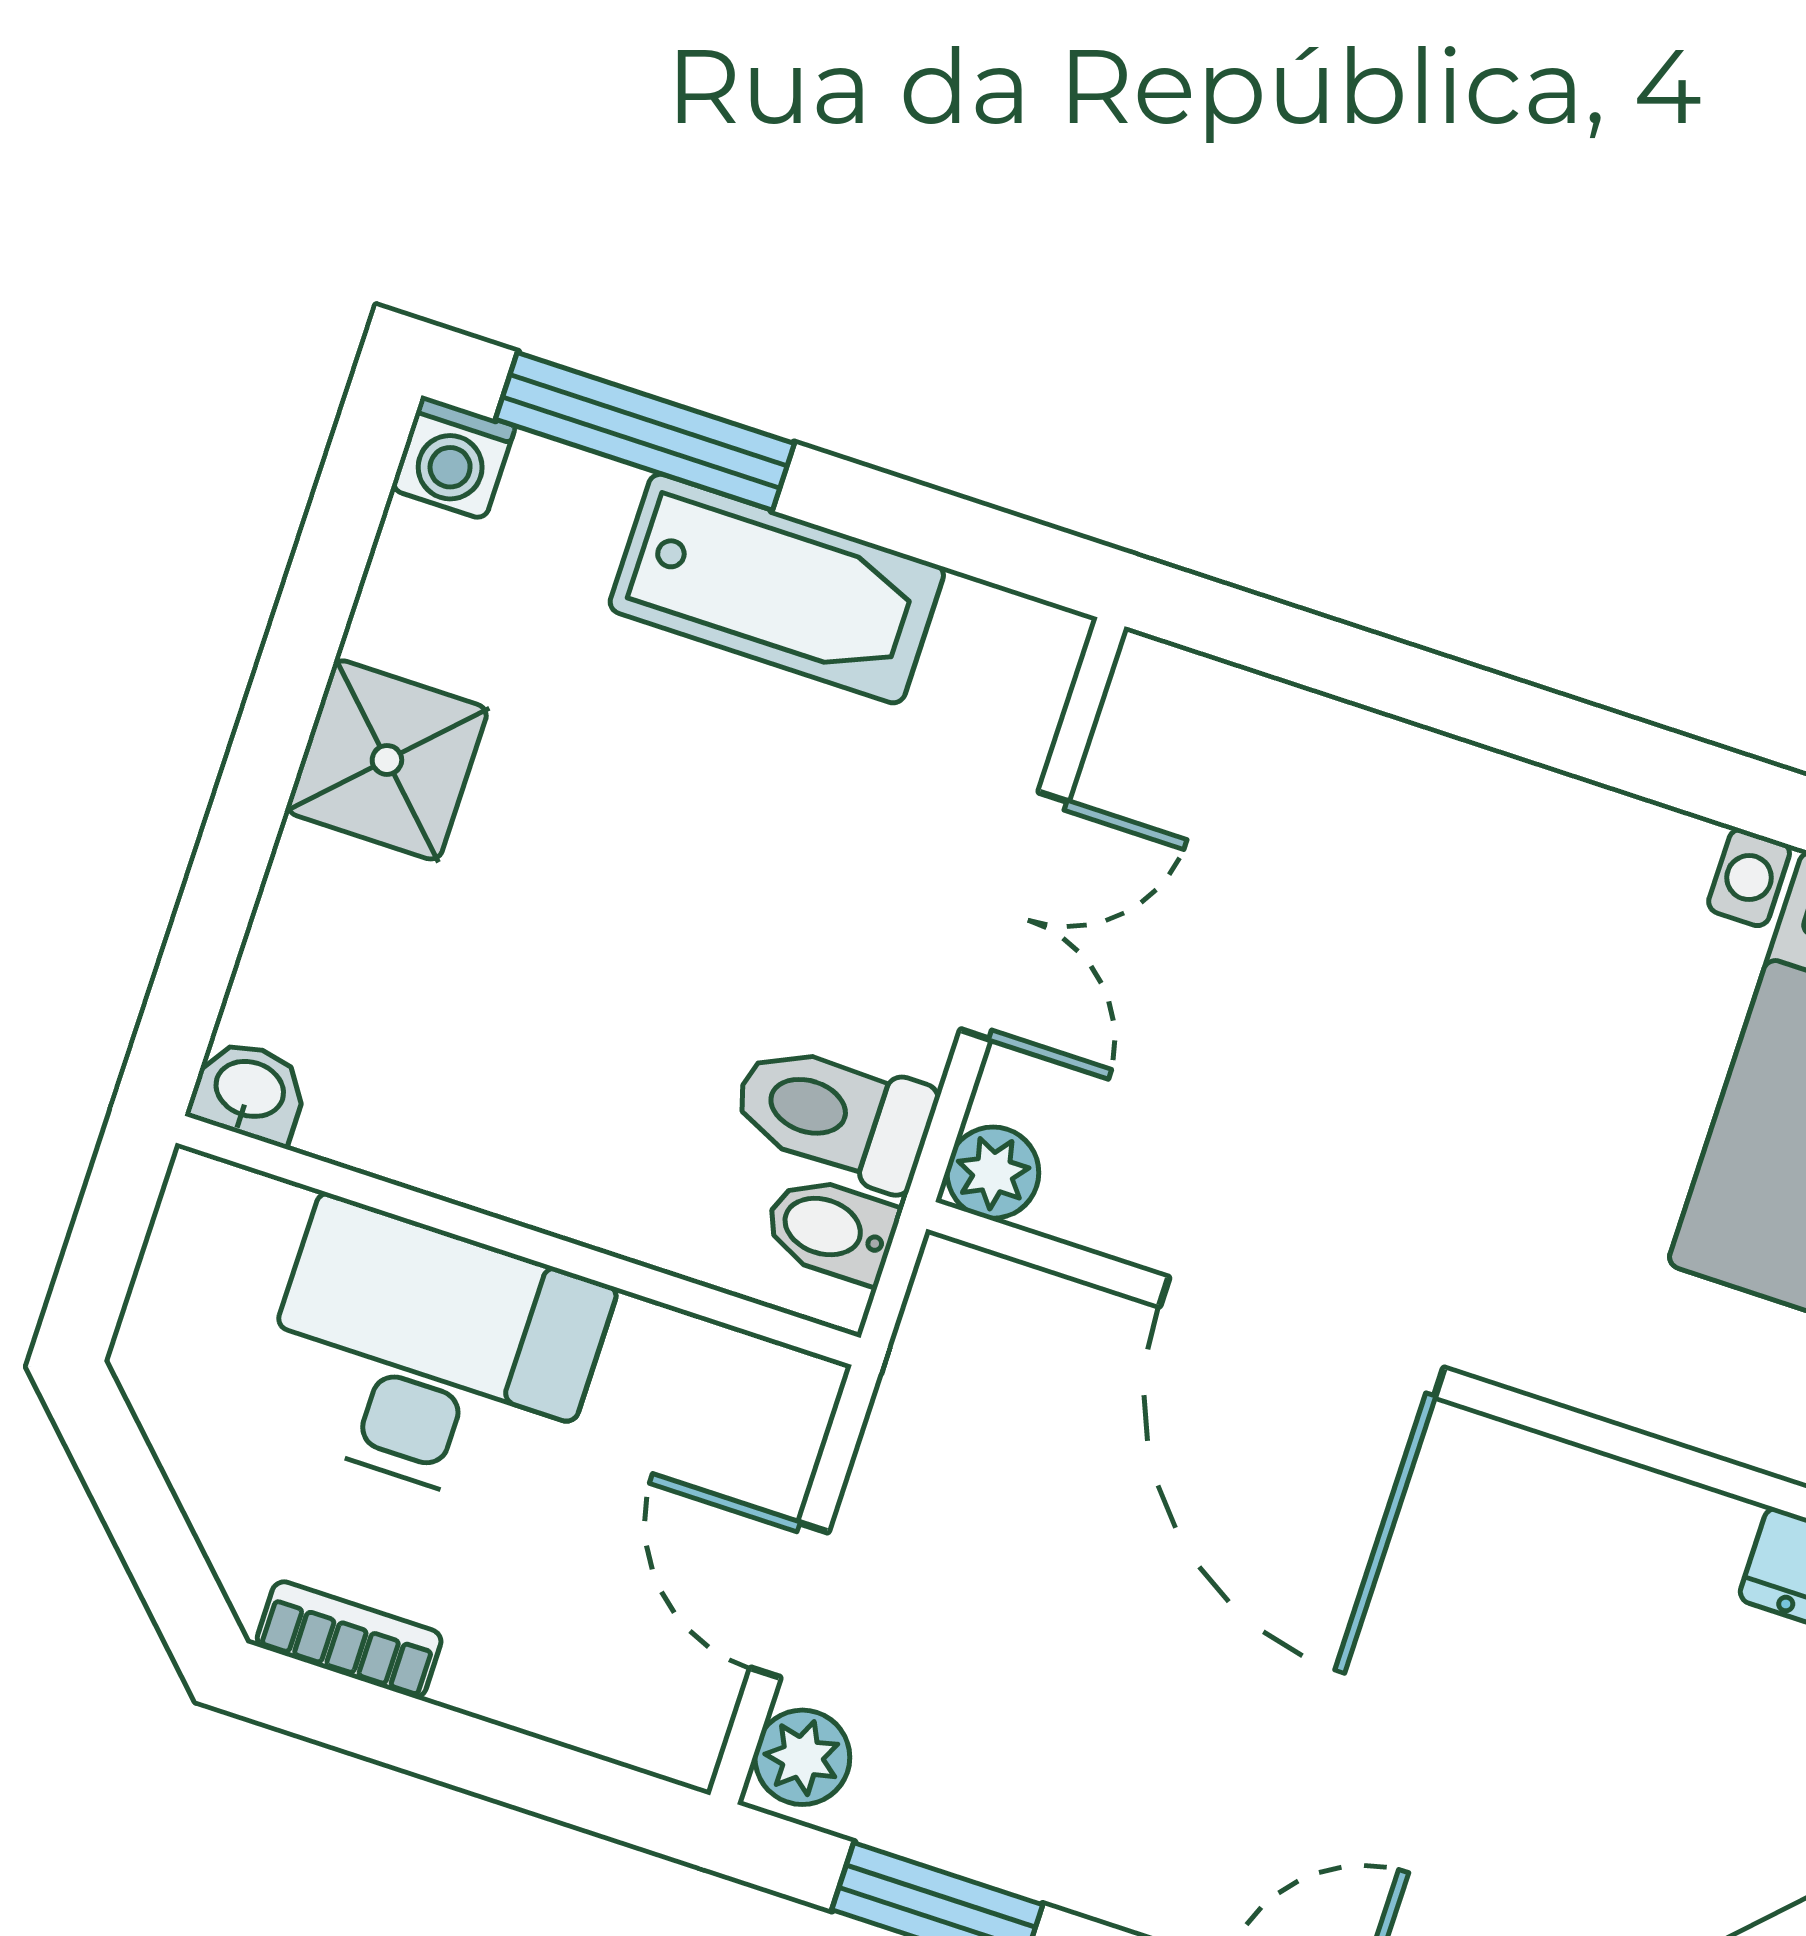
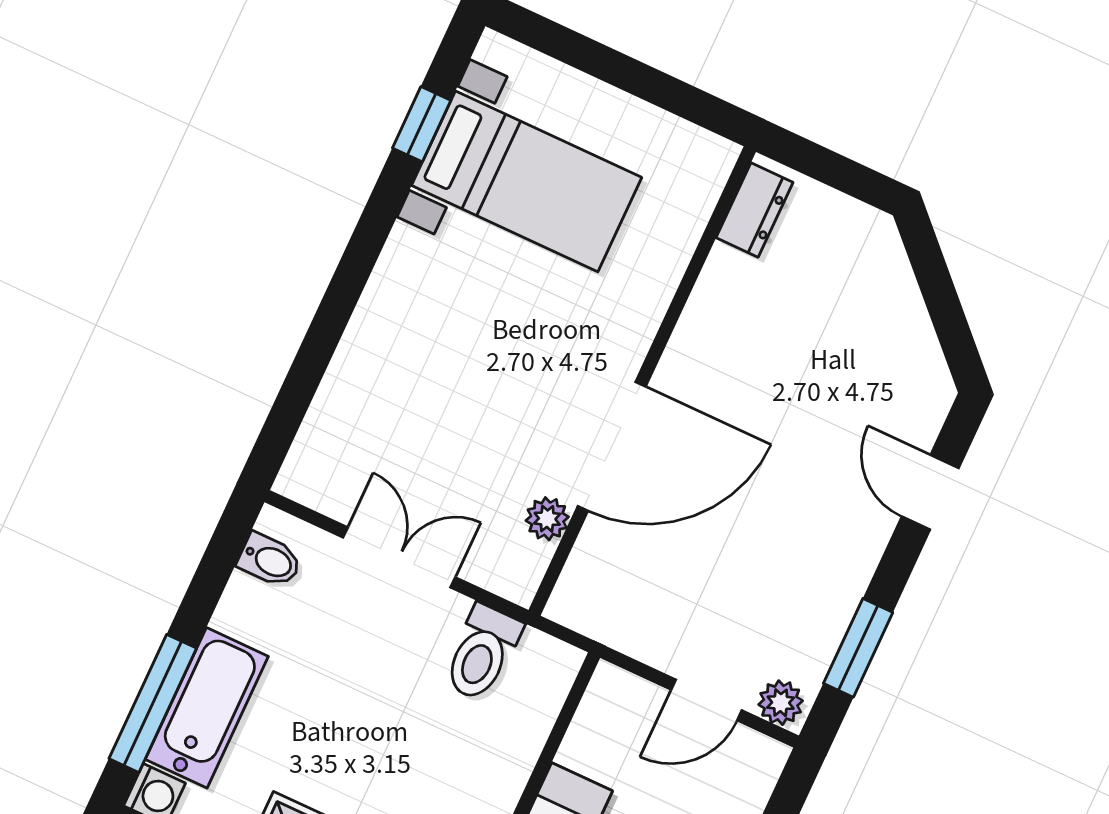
bathtub: (777, 589) -> (207, 708), moved
plant: (993, 1173) -> (547, 519), moved
bidet: (831, 1229) -> (270, 560), moved, turned -90

